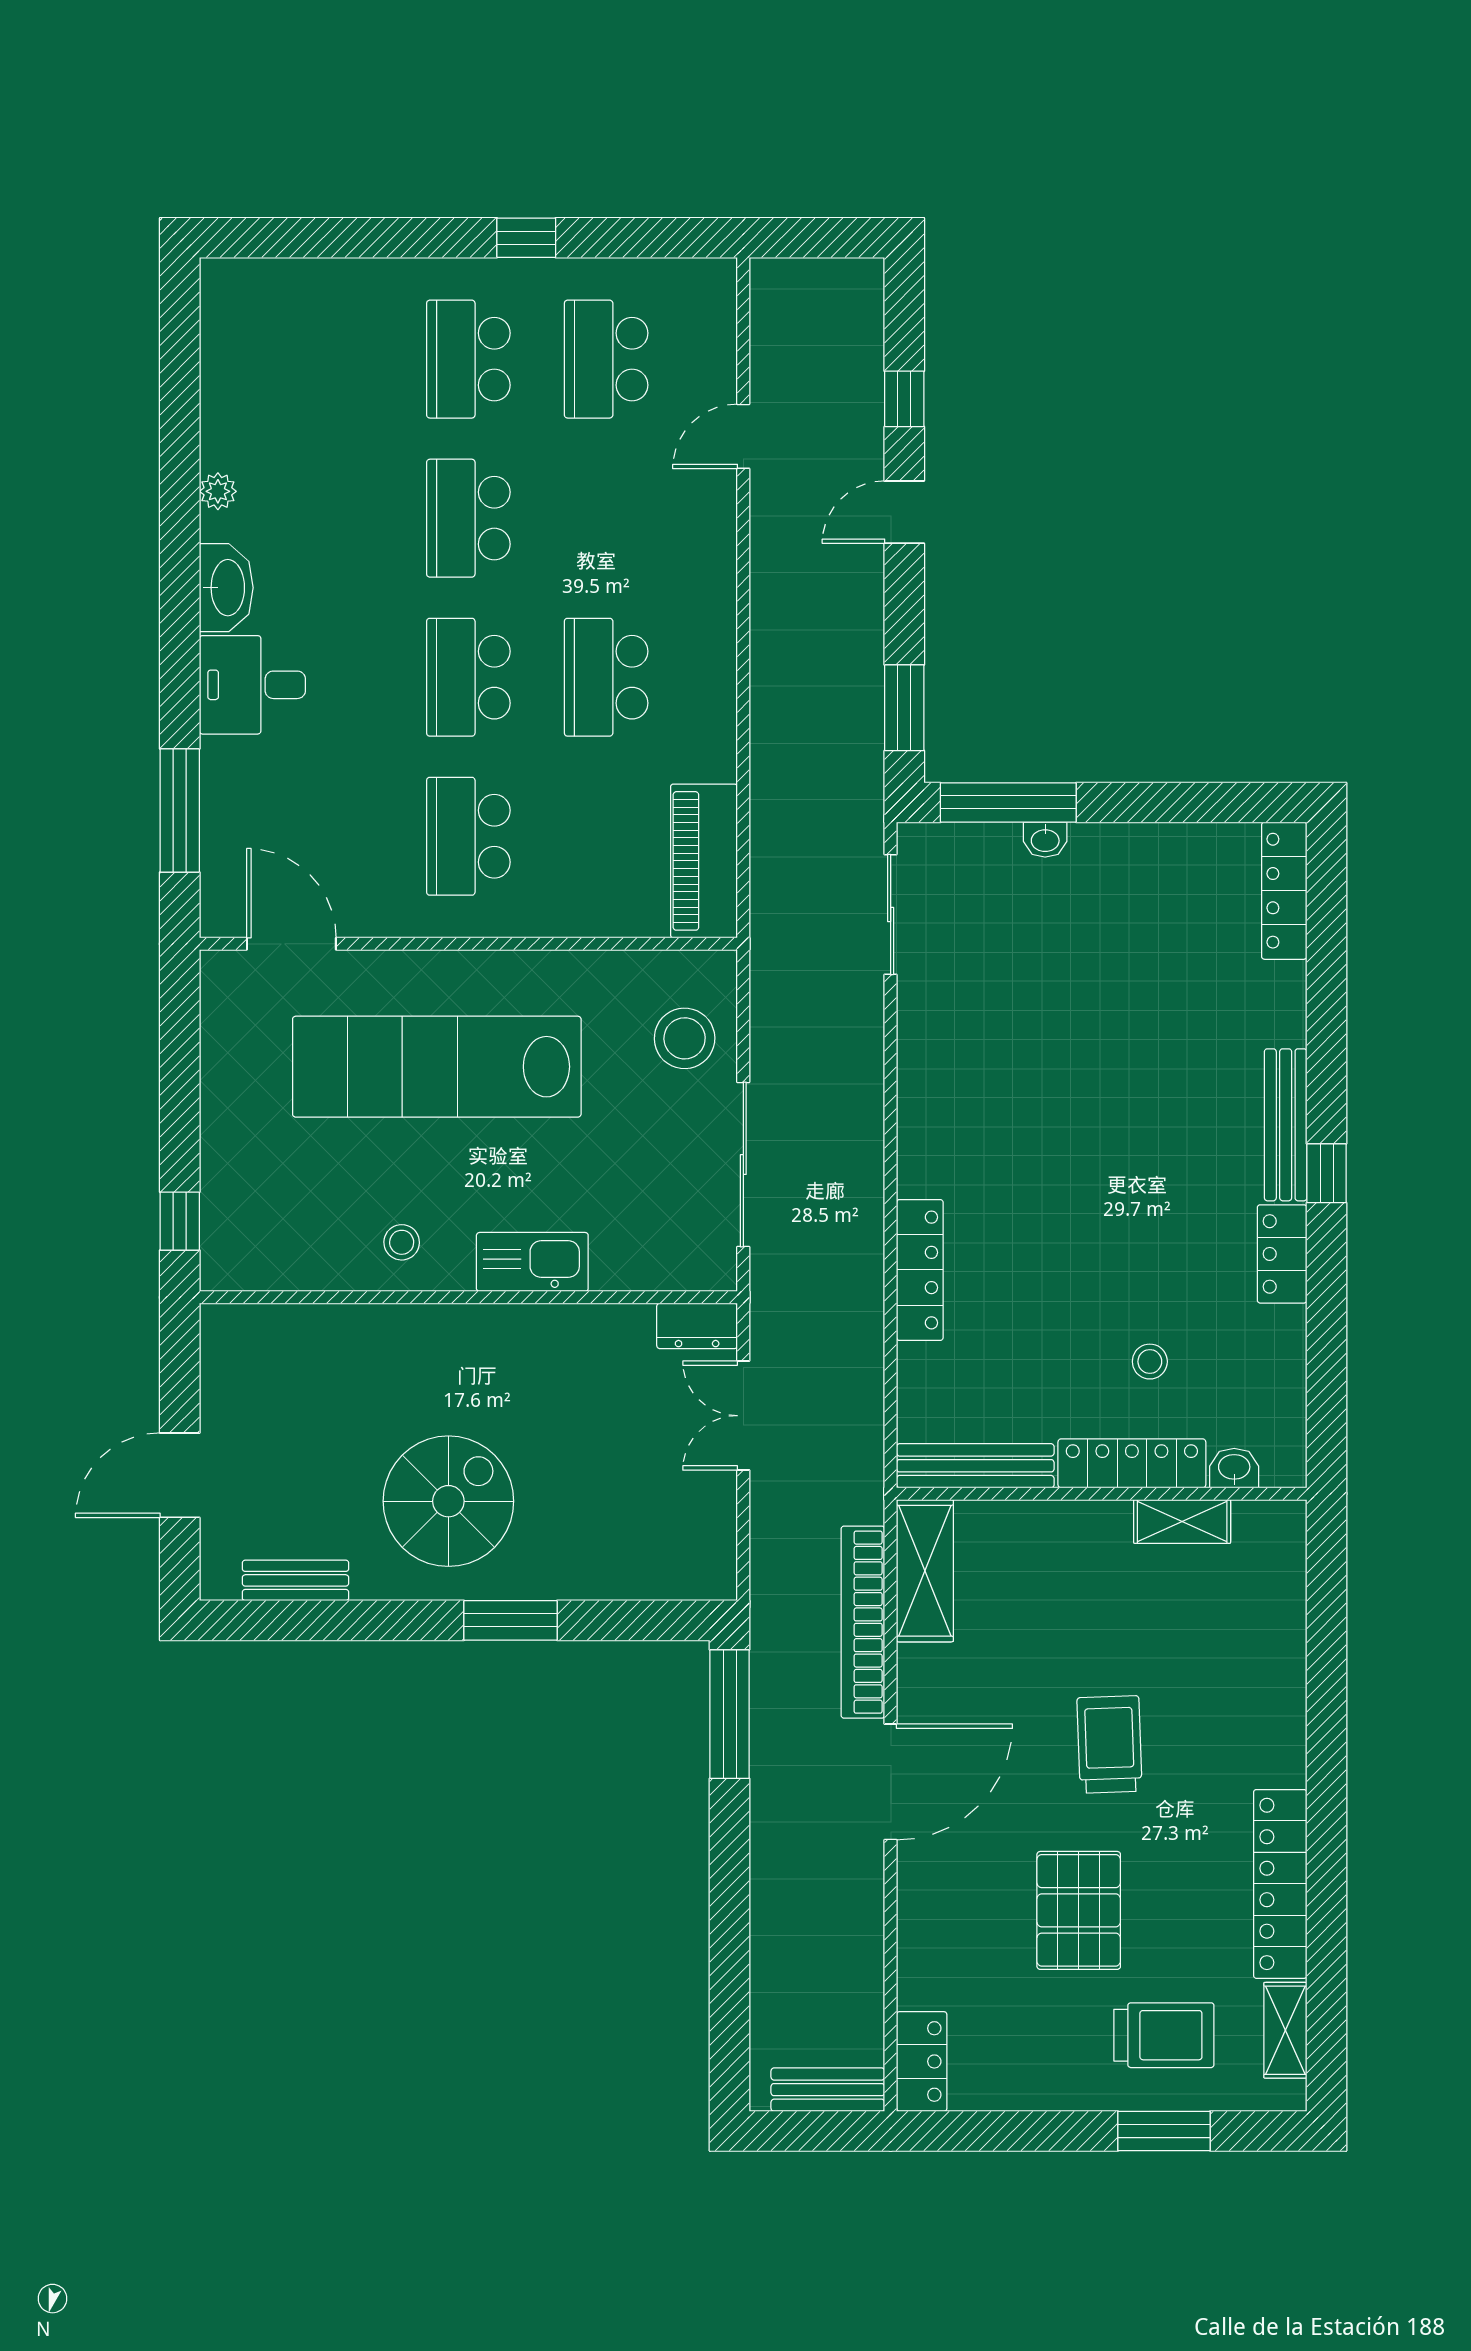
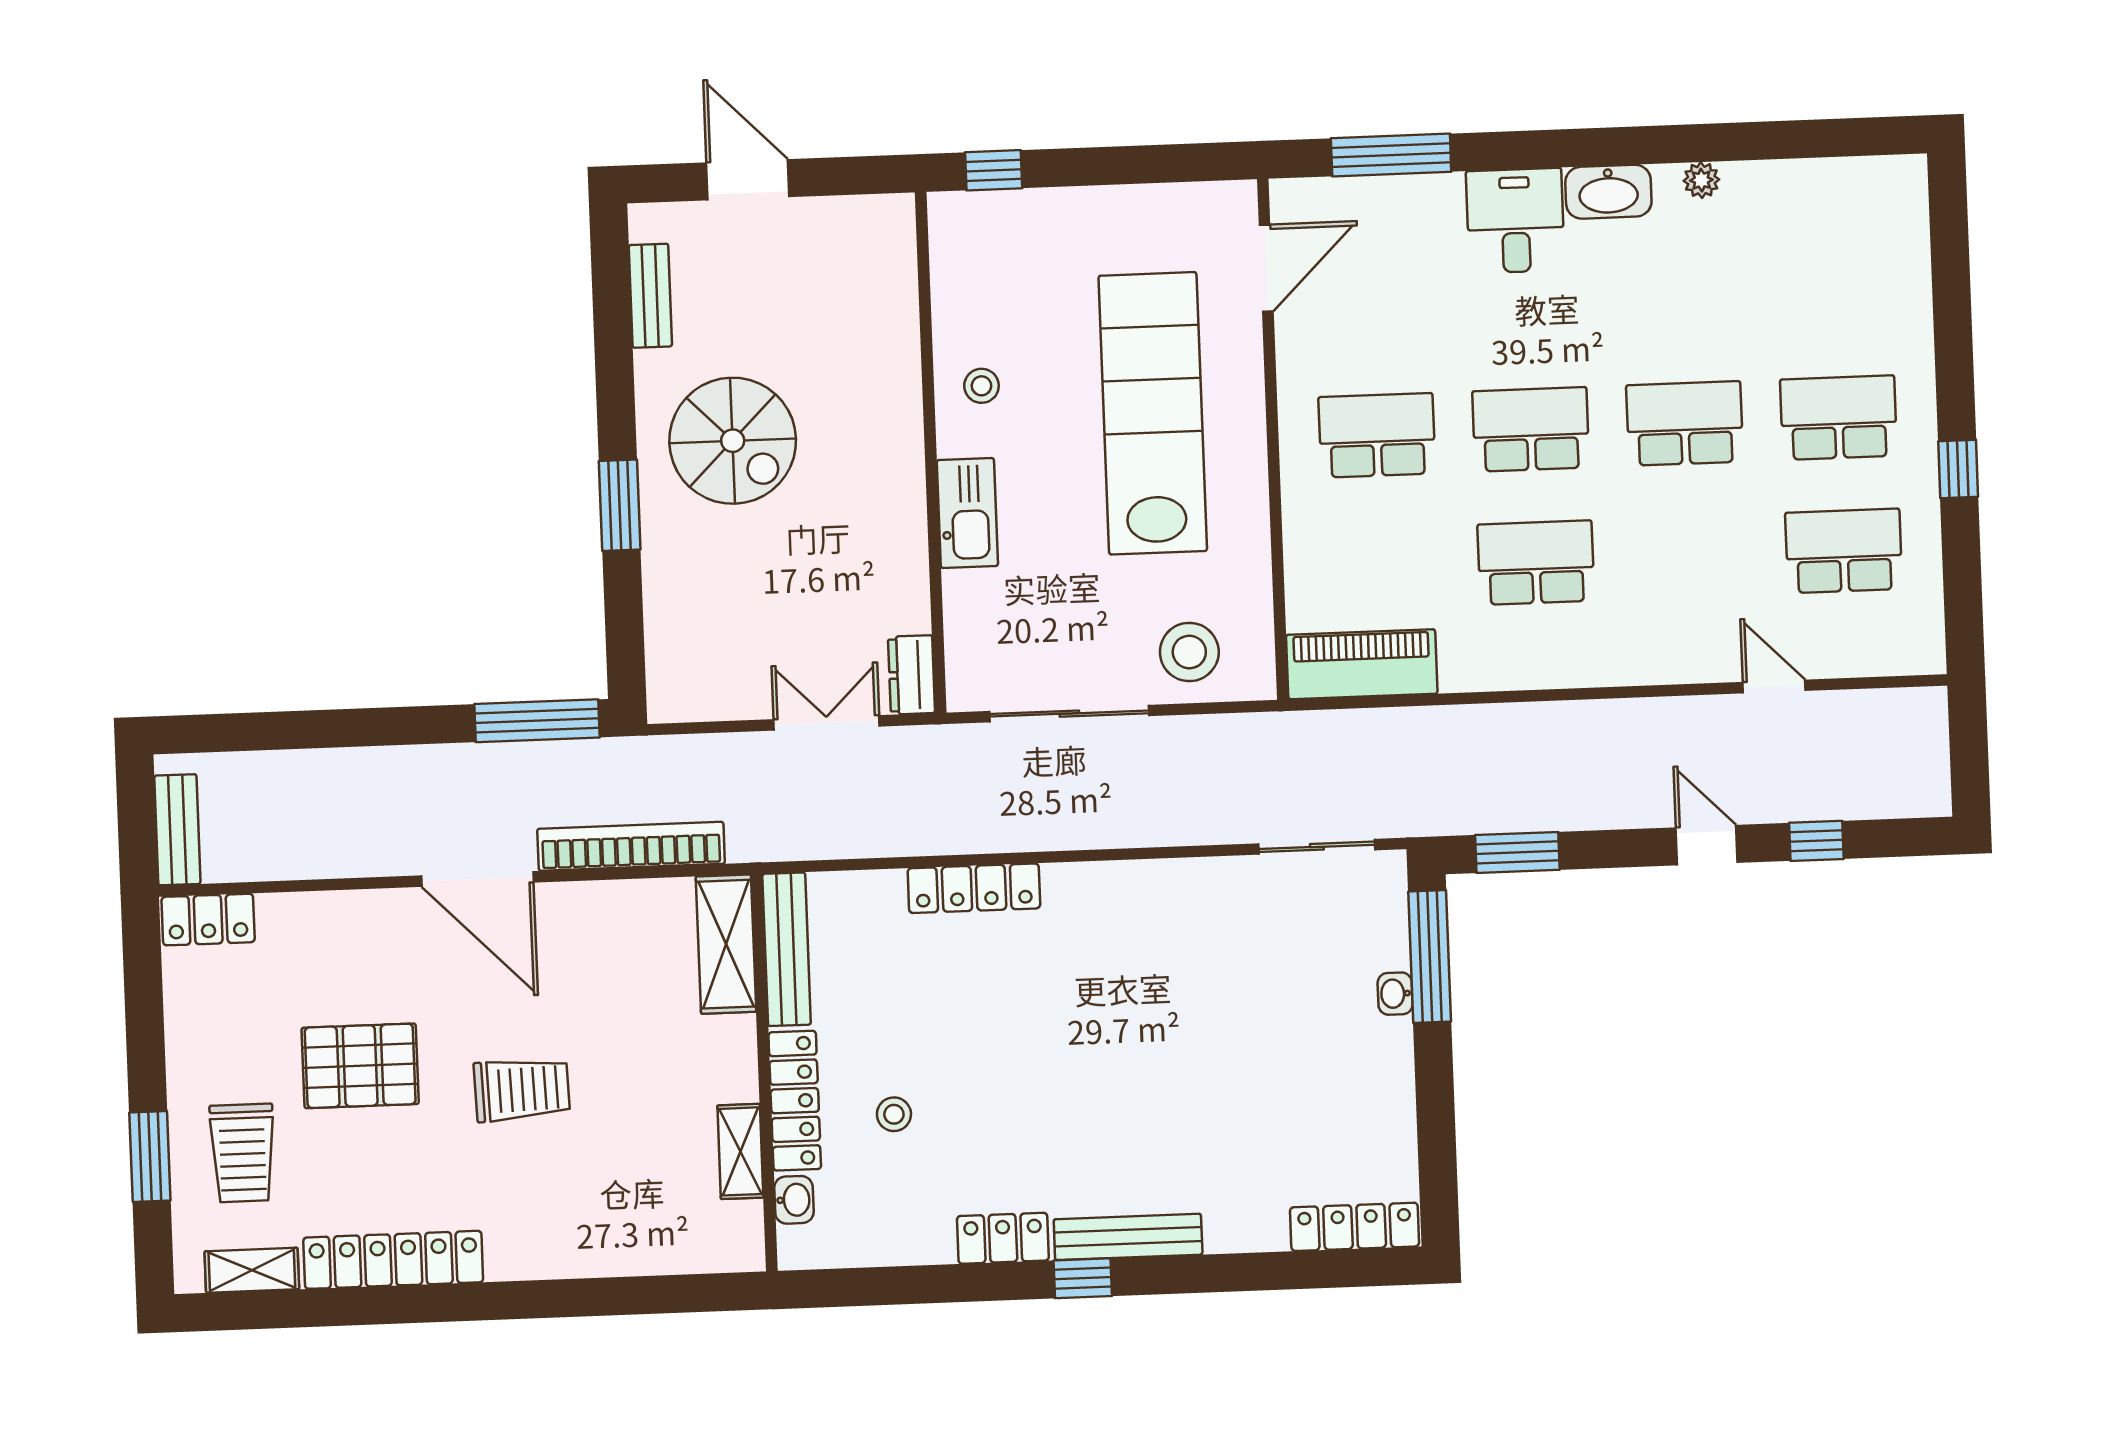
shelving: (925, 1571) -> (726, 944), moved, turned 90

